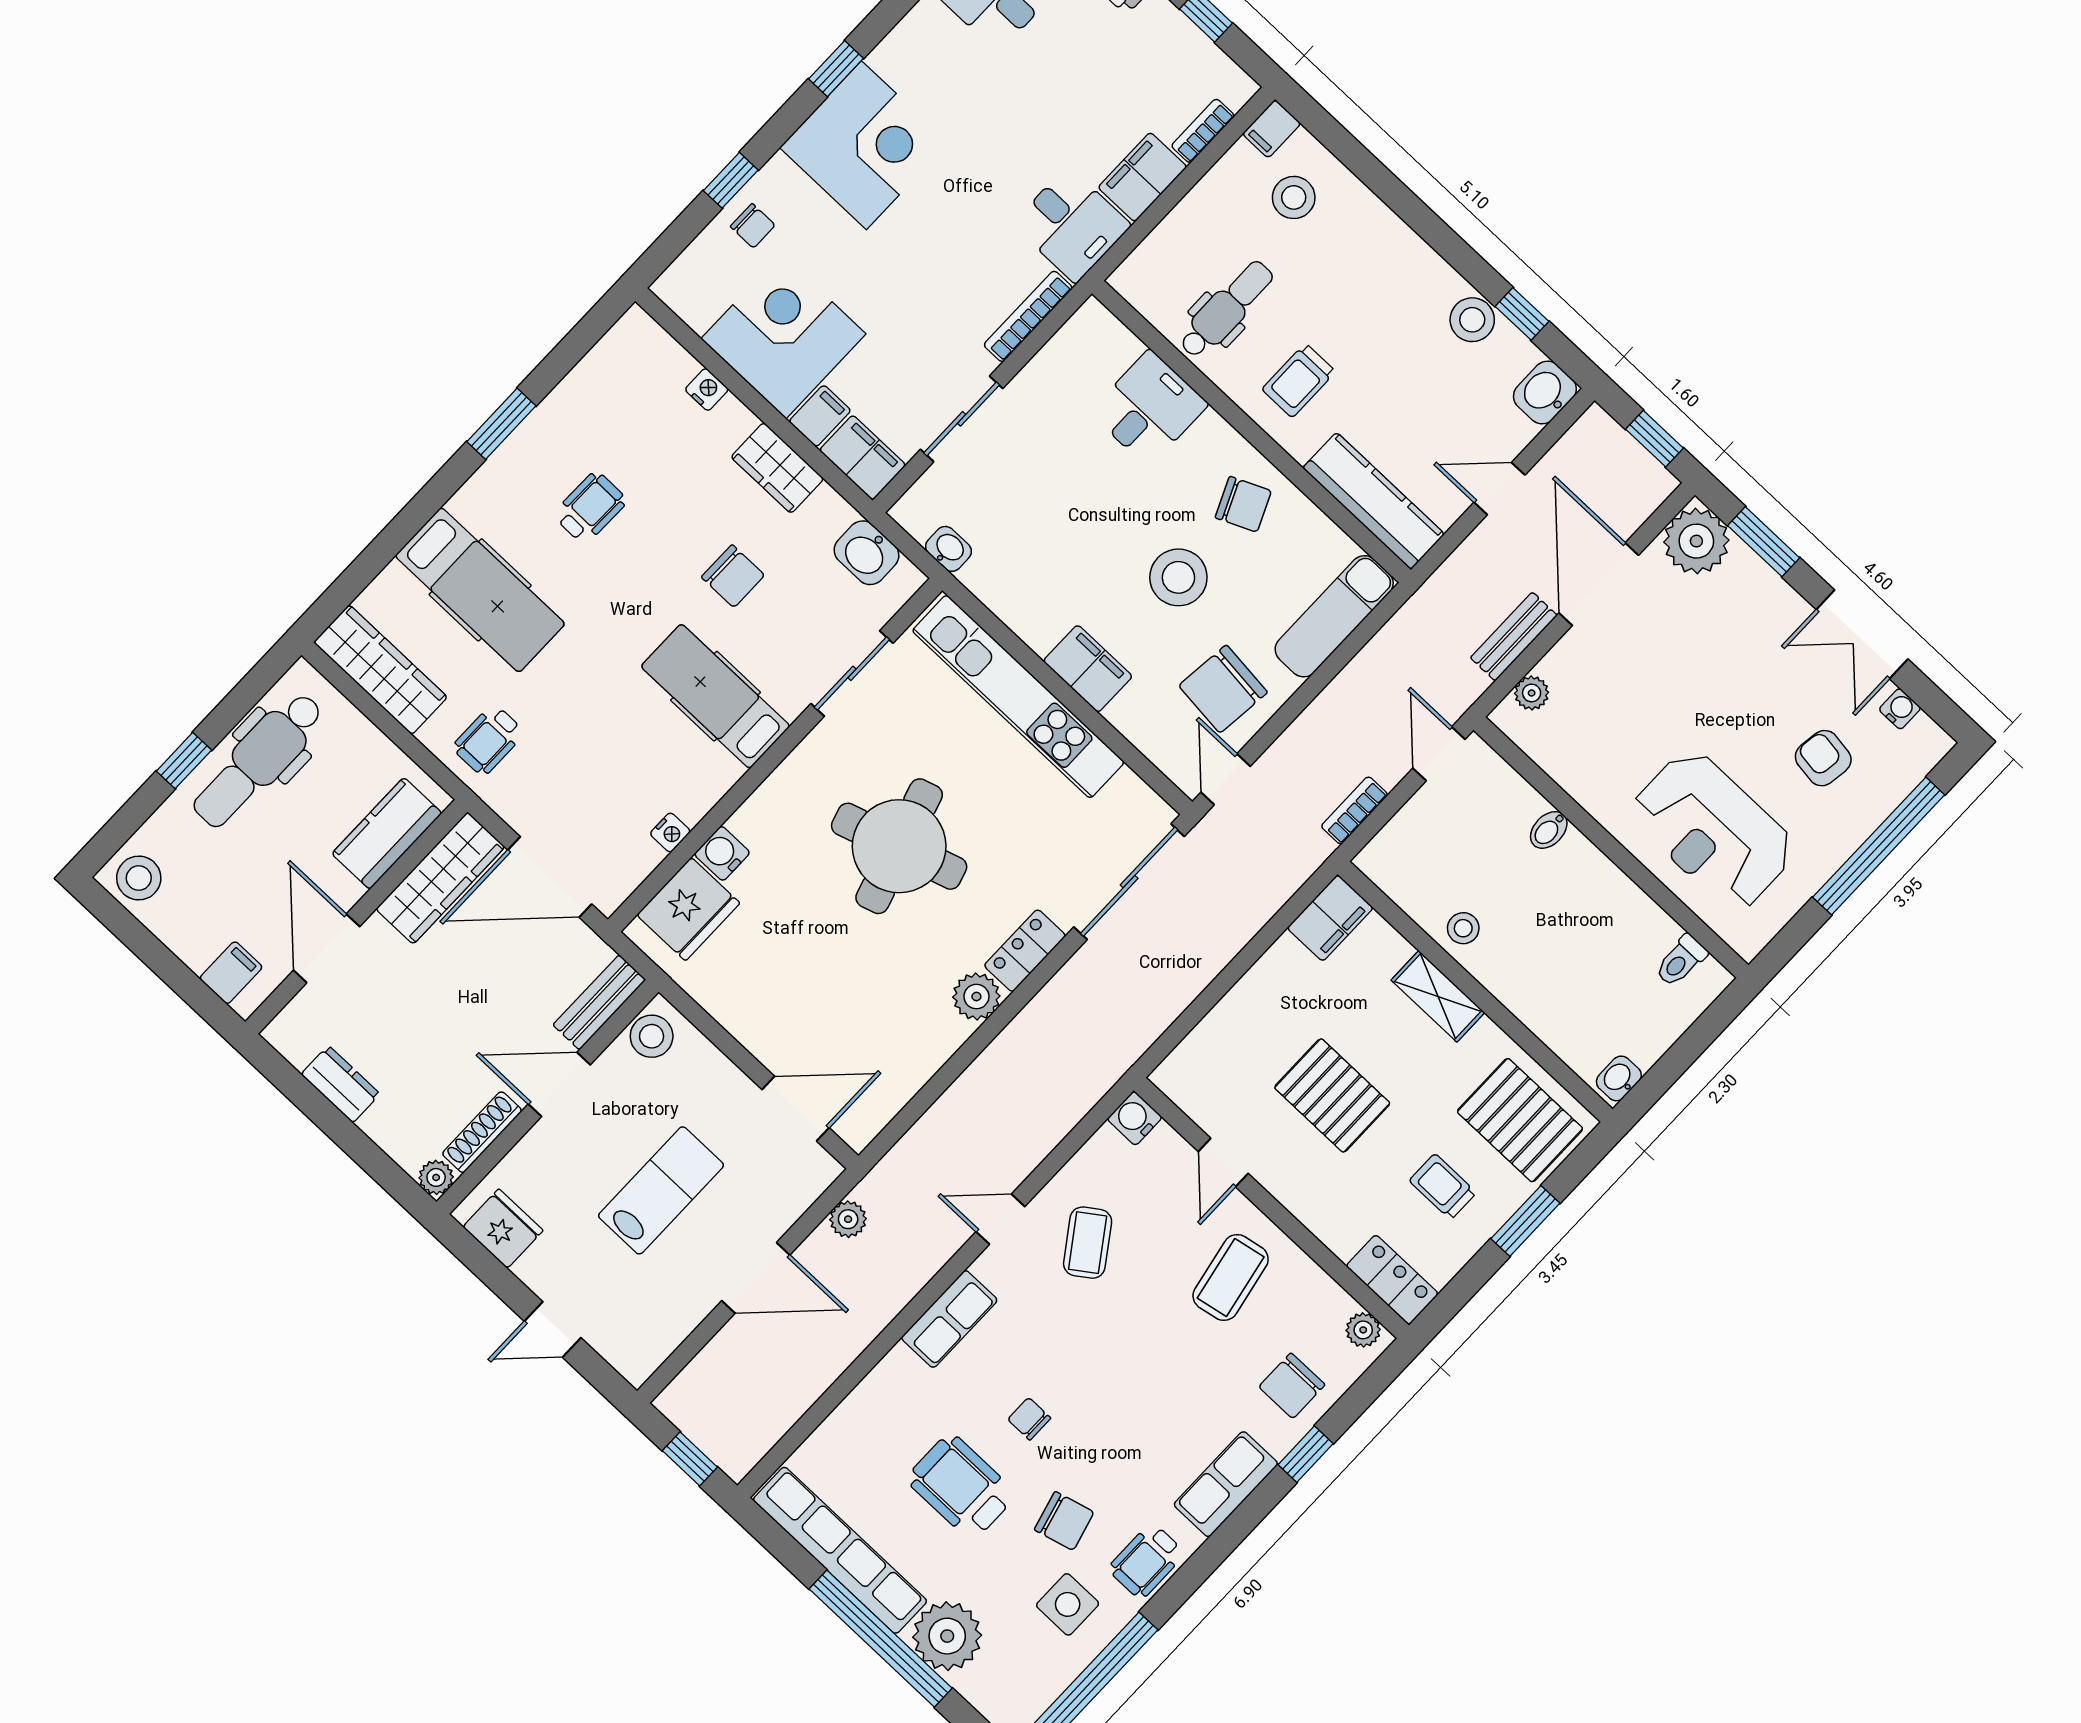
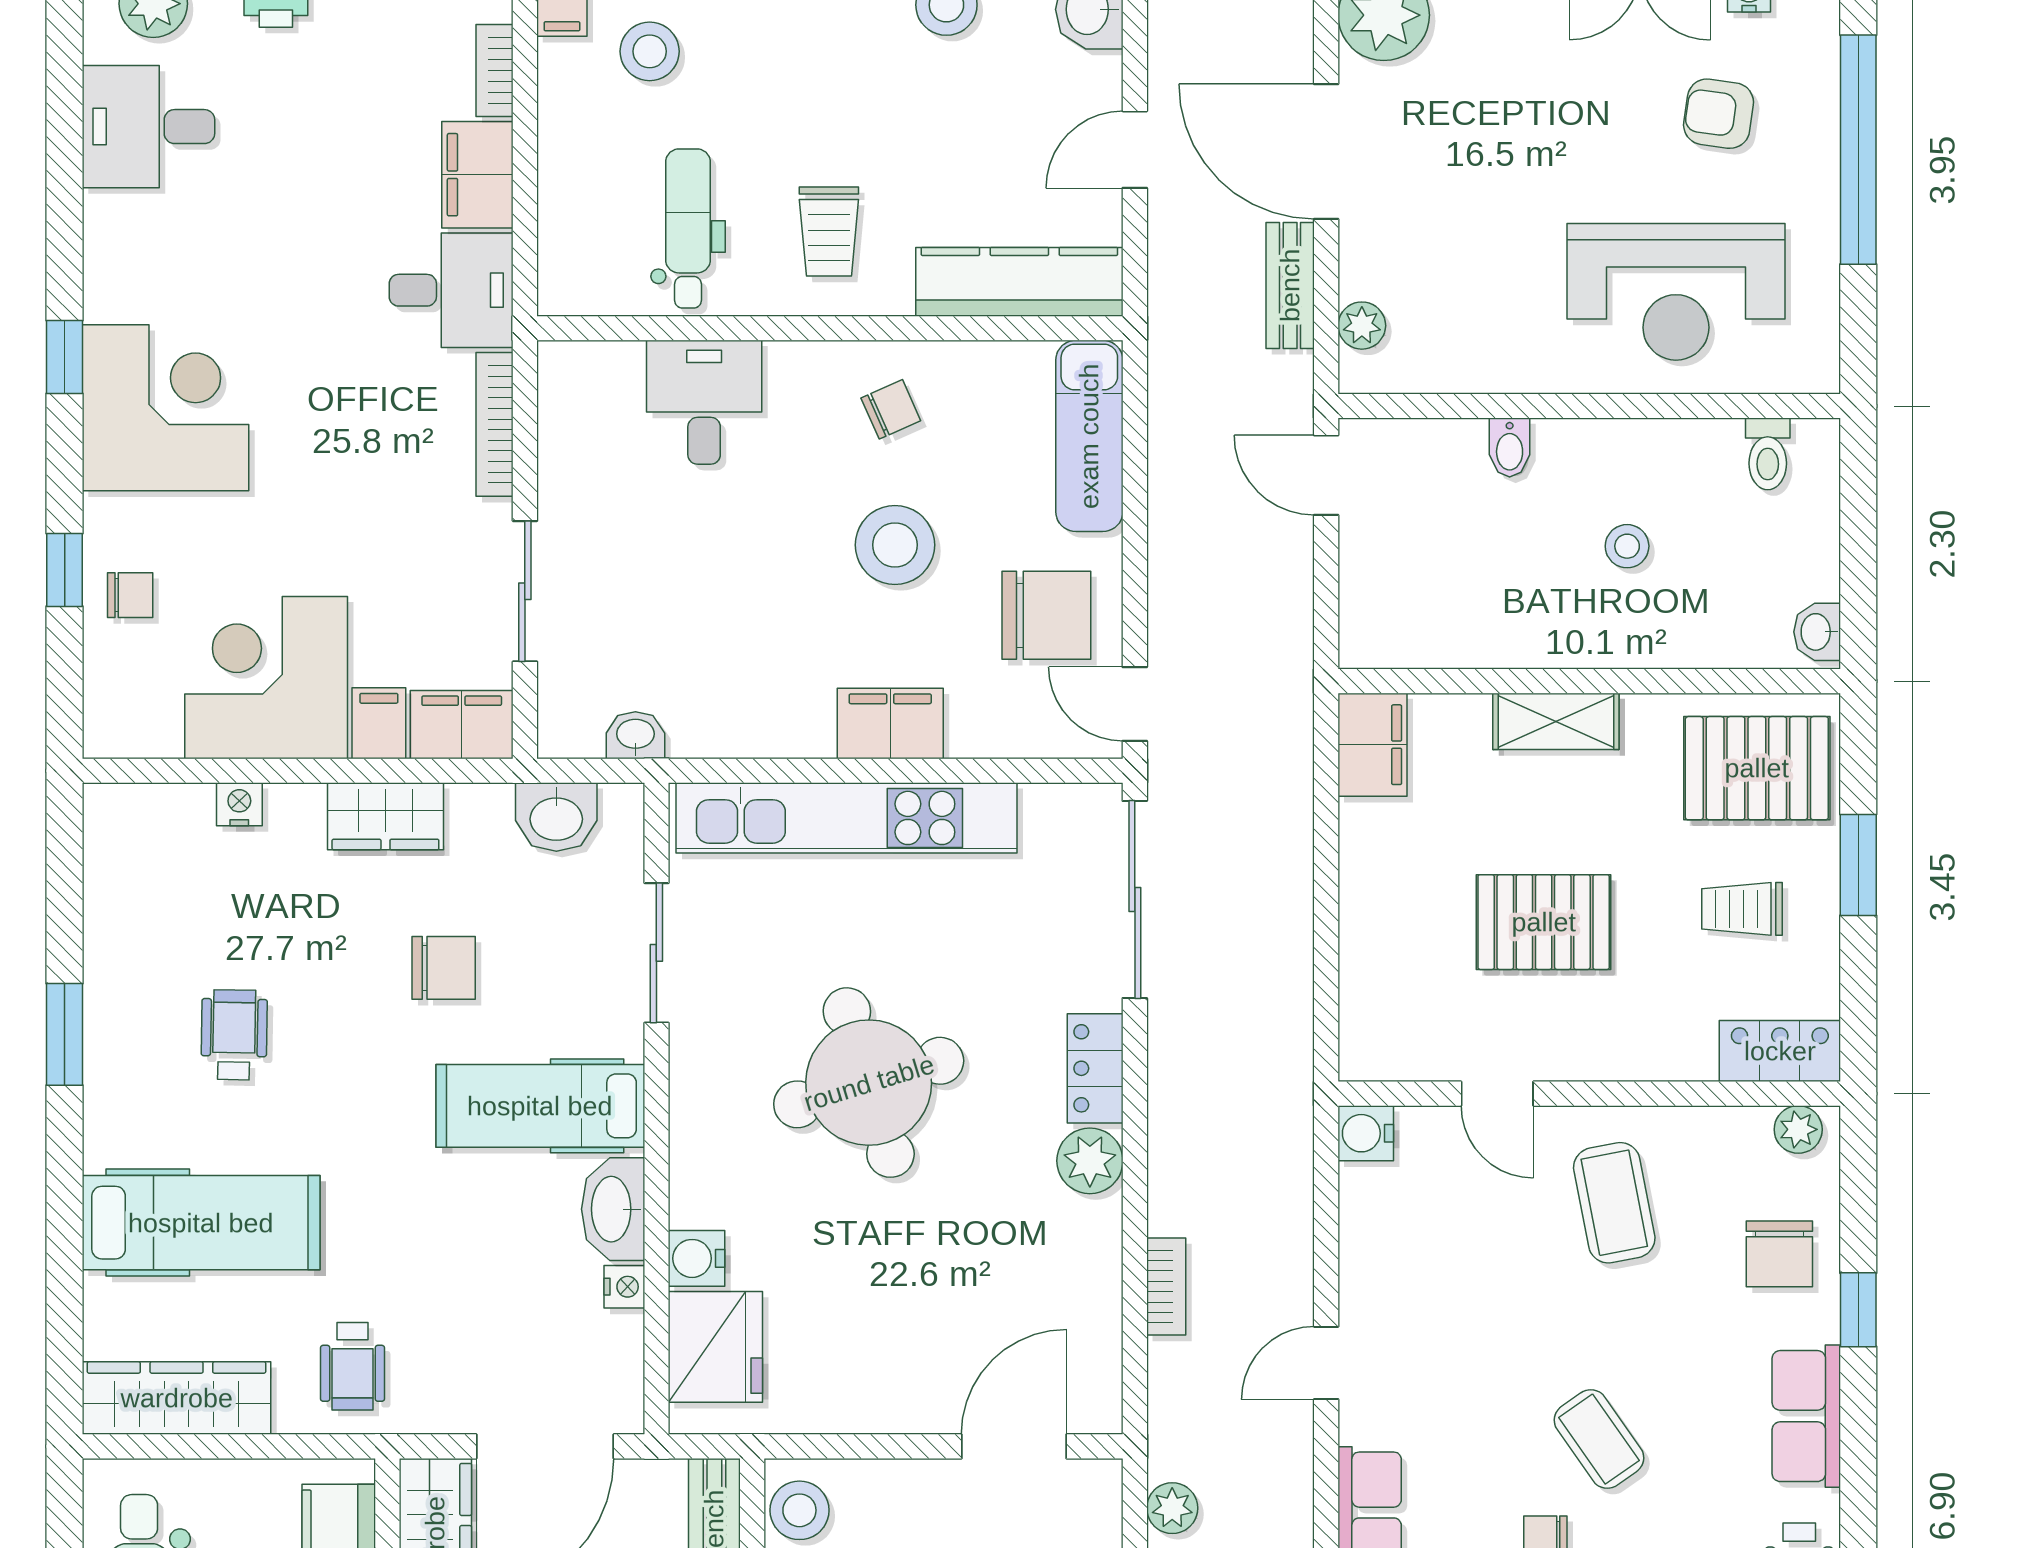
chair: (1243, 504) -> (891, 409), width x0.73, depth x0.73
chair: (1223, 689) -> (1046, 615), turned -96
washbasin: (703, 786) -> (613, 1209), added
bookcase: (1354, 810) -> (1166, 1286), moved, turned 180
stool: (1463, 928) -> (1627, 546), moved
coffee table: (1088, 1243) -> (1599, 1439), moved

